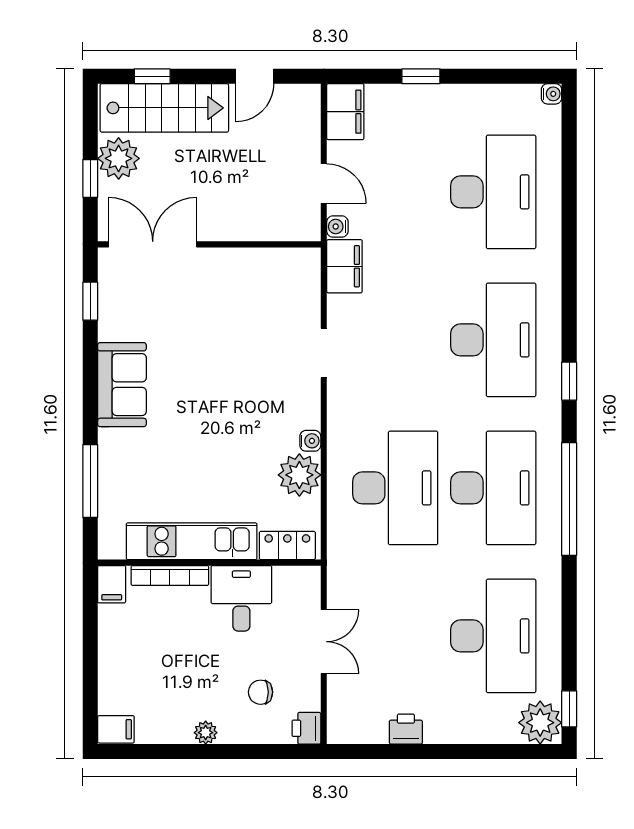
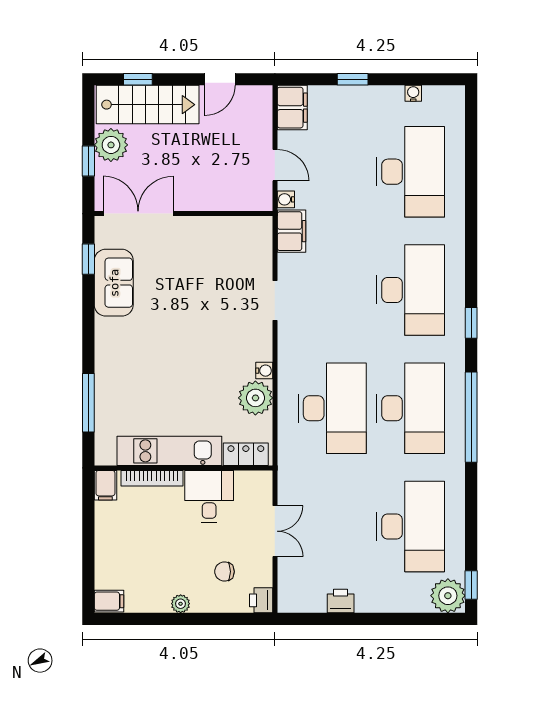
water cooler: (552, 94) -> (413, 93), moved, turned -90
sofa: (122, 385) -> (114, 283), moved

